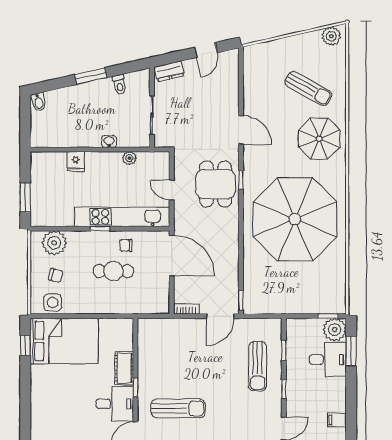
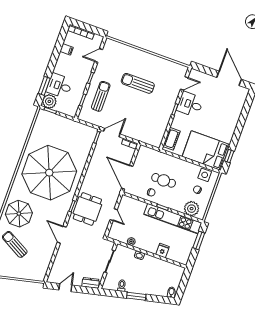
kitchen unit: (122, 217) -> (173, 219), moved
cot: (124, 368) -> (172, 139), moved
sun lounger: (178, 408) -> (138, 83), moved

